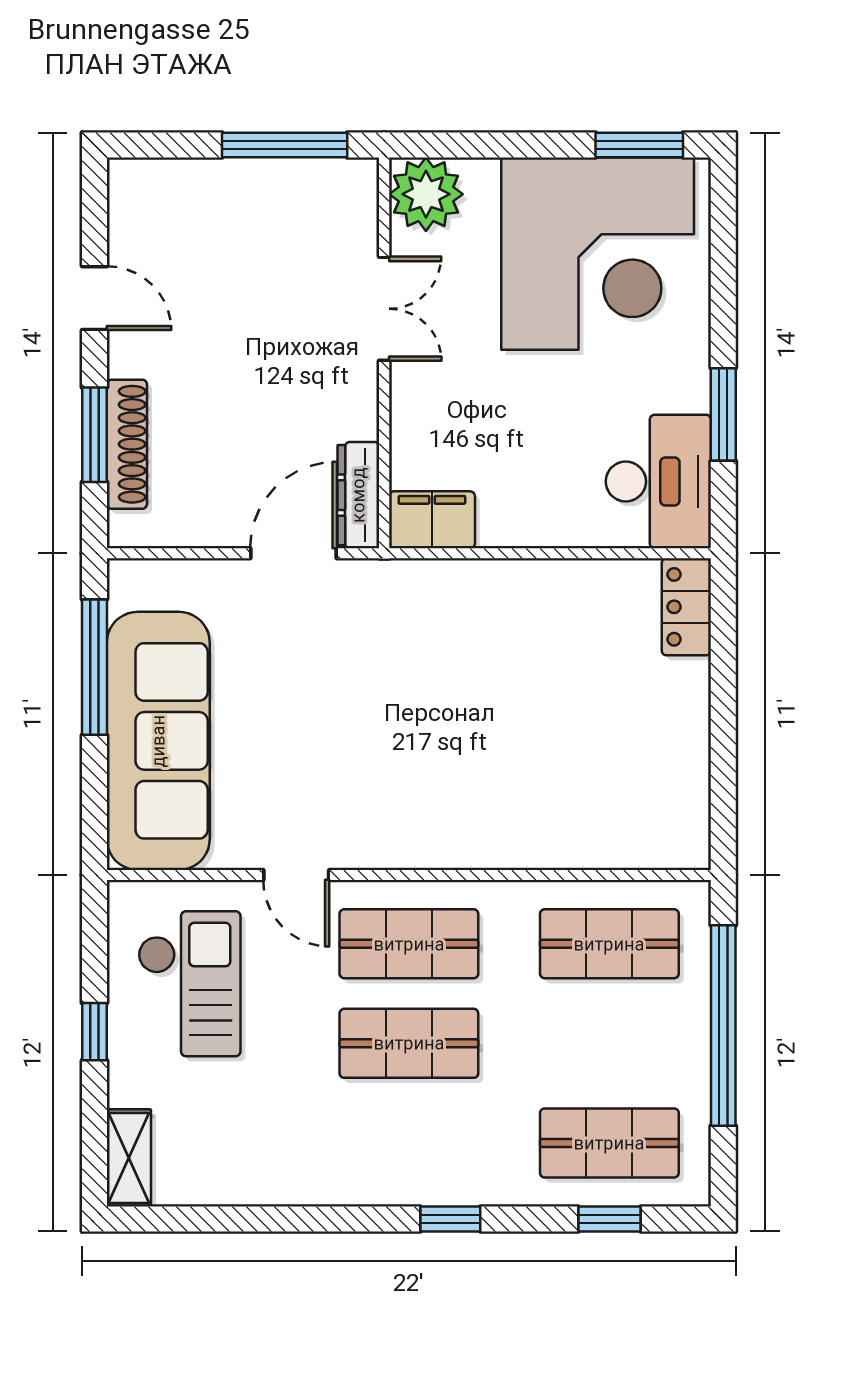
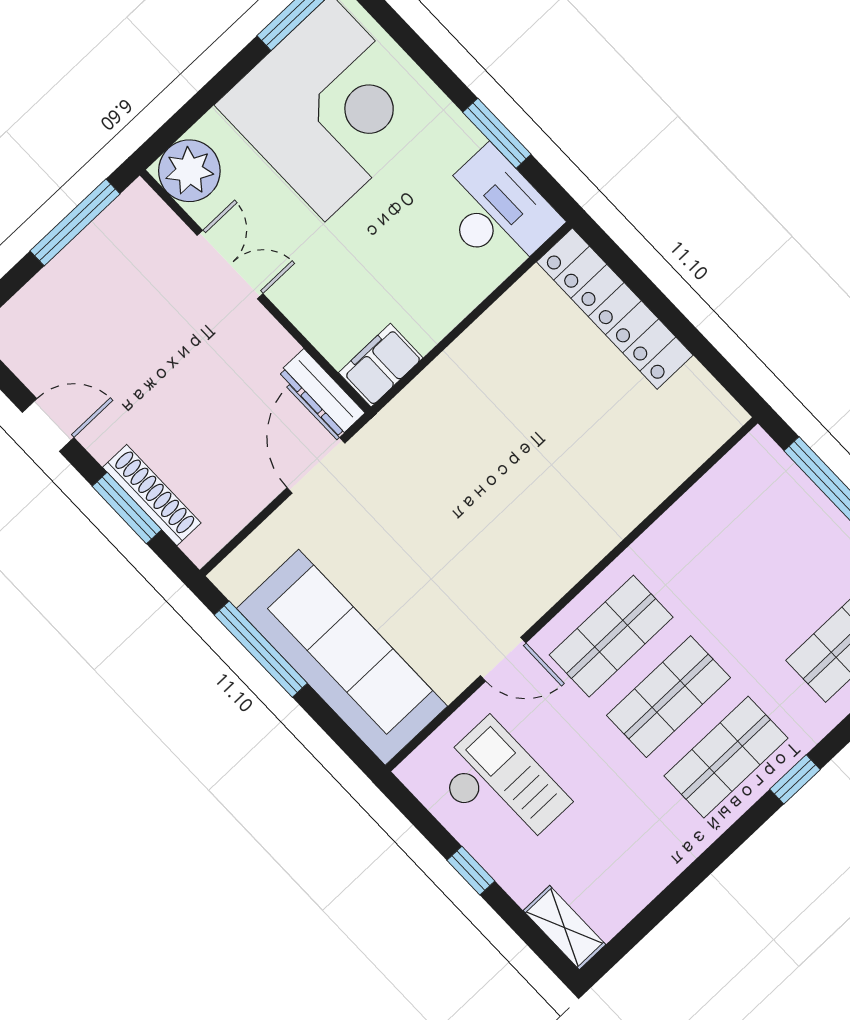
locker: (686, 607) -> (615, 309), width x2.16, depth x1.21
shop shelf: (609, 944) -> (726, 757), moved

